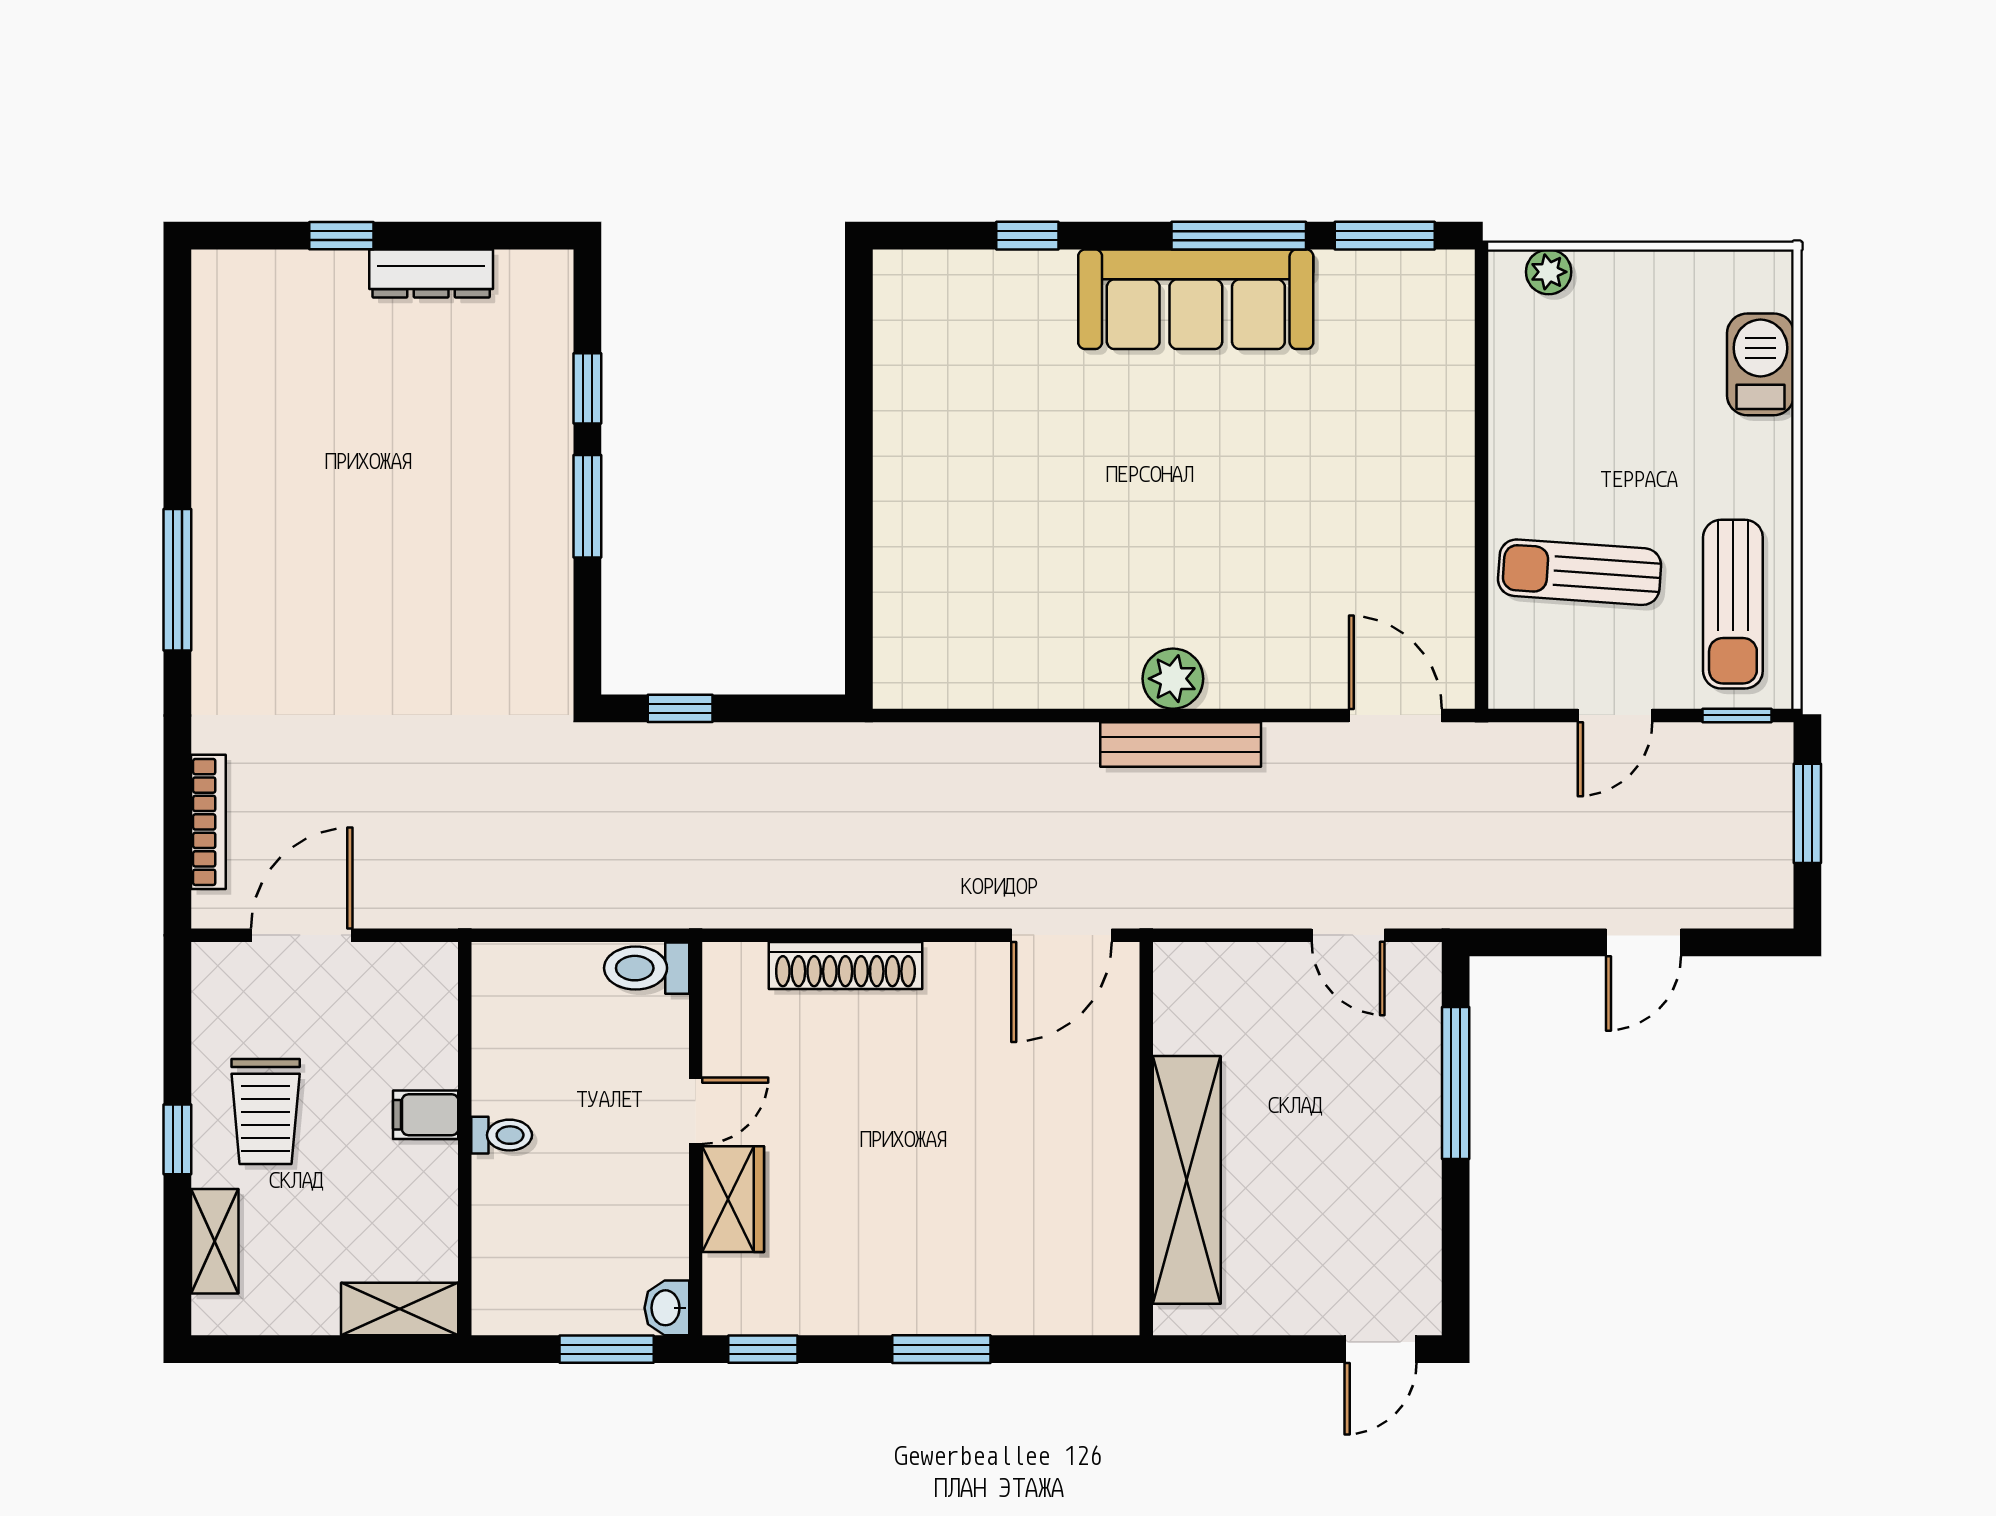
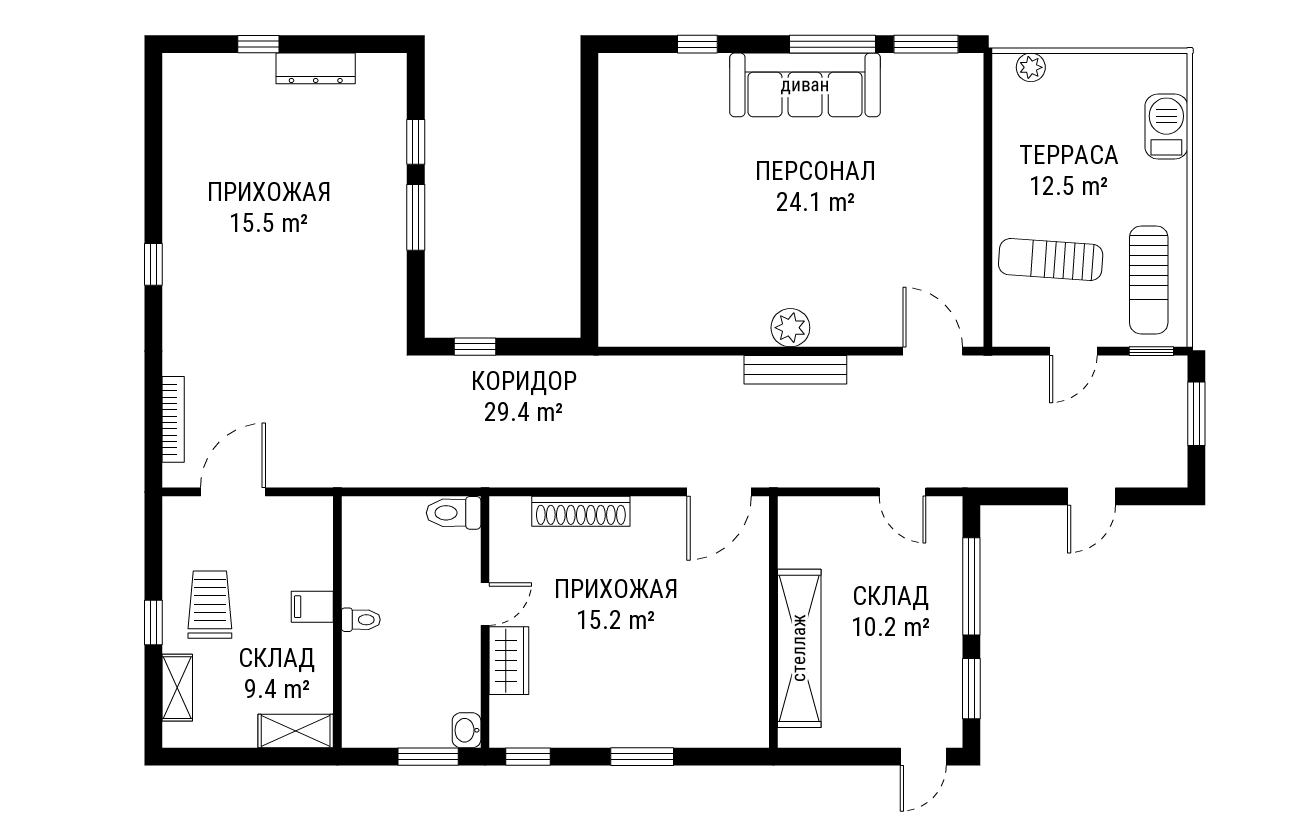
window: (177, 580) -> (153, 264), width x0.46
trolley: (266, 1111) -> (210, 605), turned 180
window: (1456, 1243) -> (971, 689), added

